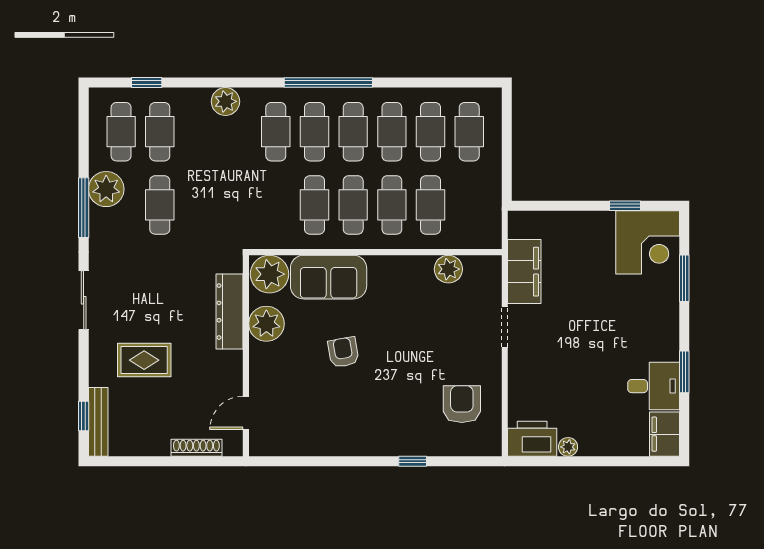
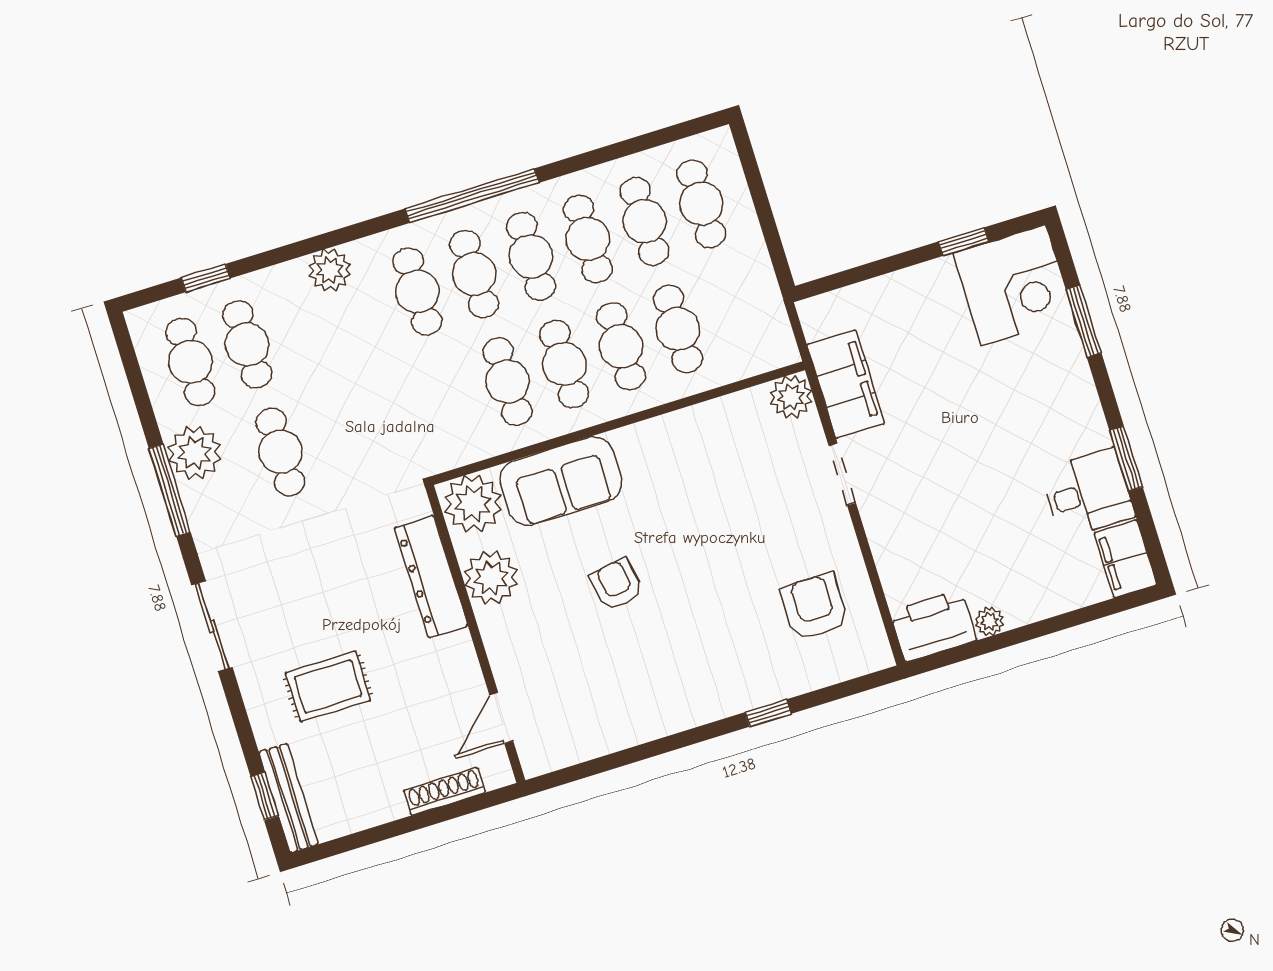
plant: (448, 269) -> (791, 397), moved

